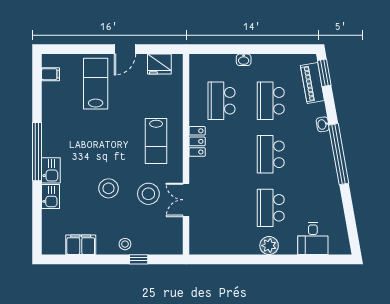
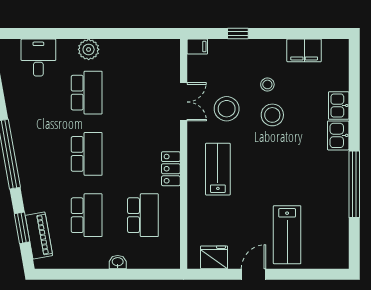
window: (324, 73) -> (22, 228), moved
filing cabinet: (51, 74) -> (197, 47), moved, turned 180
washbasin: (323, 124) -> (27, 188), removed
window: (37, 152) -> (354, 184), moved
stool: (125, 244) -> (267, 84), moved

